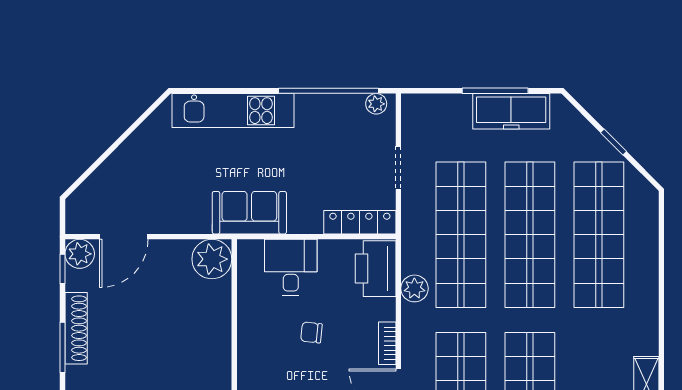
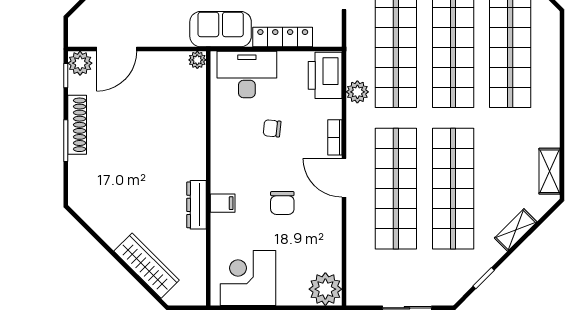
locker: (360, 222) -> (283, 37), moved
plant: (212, 259) -> (197, 60), width x0.53, depth x0.53
desk: (291, 267) -> (247, 74), width x1.37

